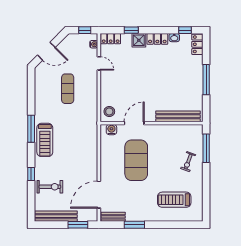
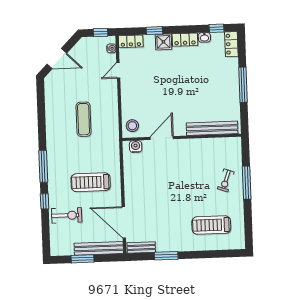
door: (99, 63) -> (118, 70), swing flipped
exercise mat: (68, 89) -> (84, 119), moved
window: (31, 129) -> (43, 166), moved
treadmill: (45, 140) -> (91, 182), moved, turned 90
window: (206, 148) -> (247, 183), moved
exercise mat: (136, 160) -> (166, 181), removed
door: (99, 195) -> (124, 222), hinge flipped
bench: (56, 216) -> (99, 248), moved
window: (78, 225) -> (82, 259), moved

